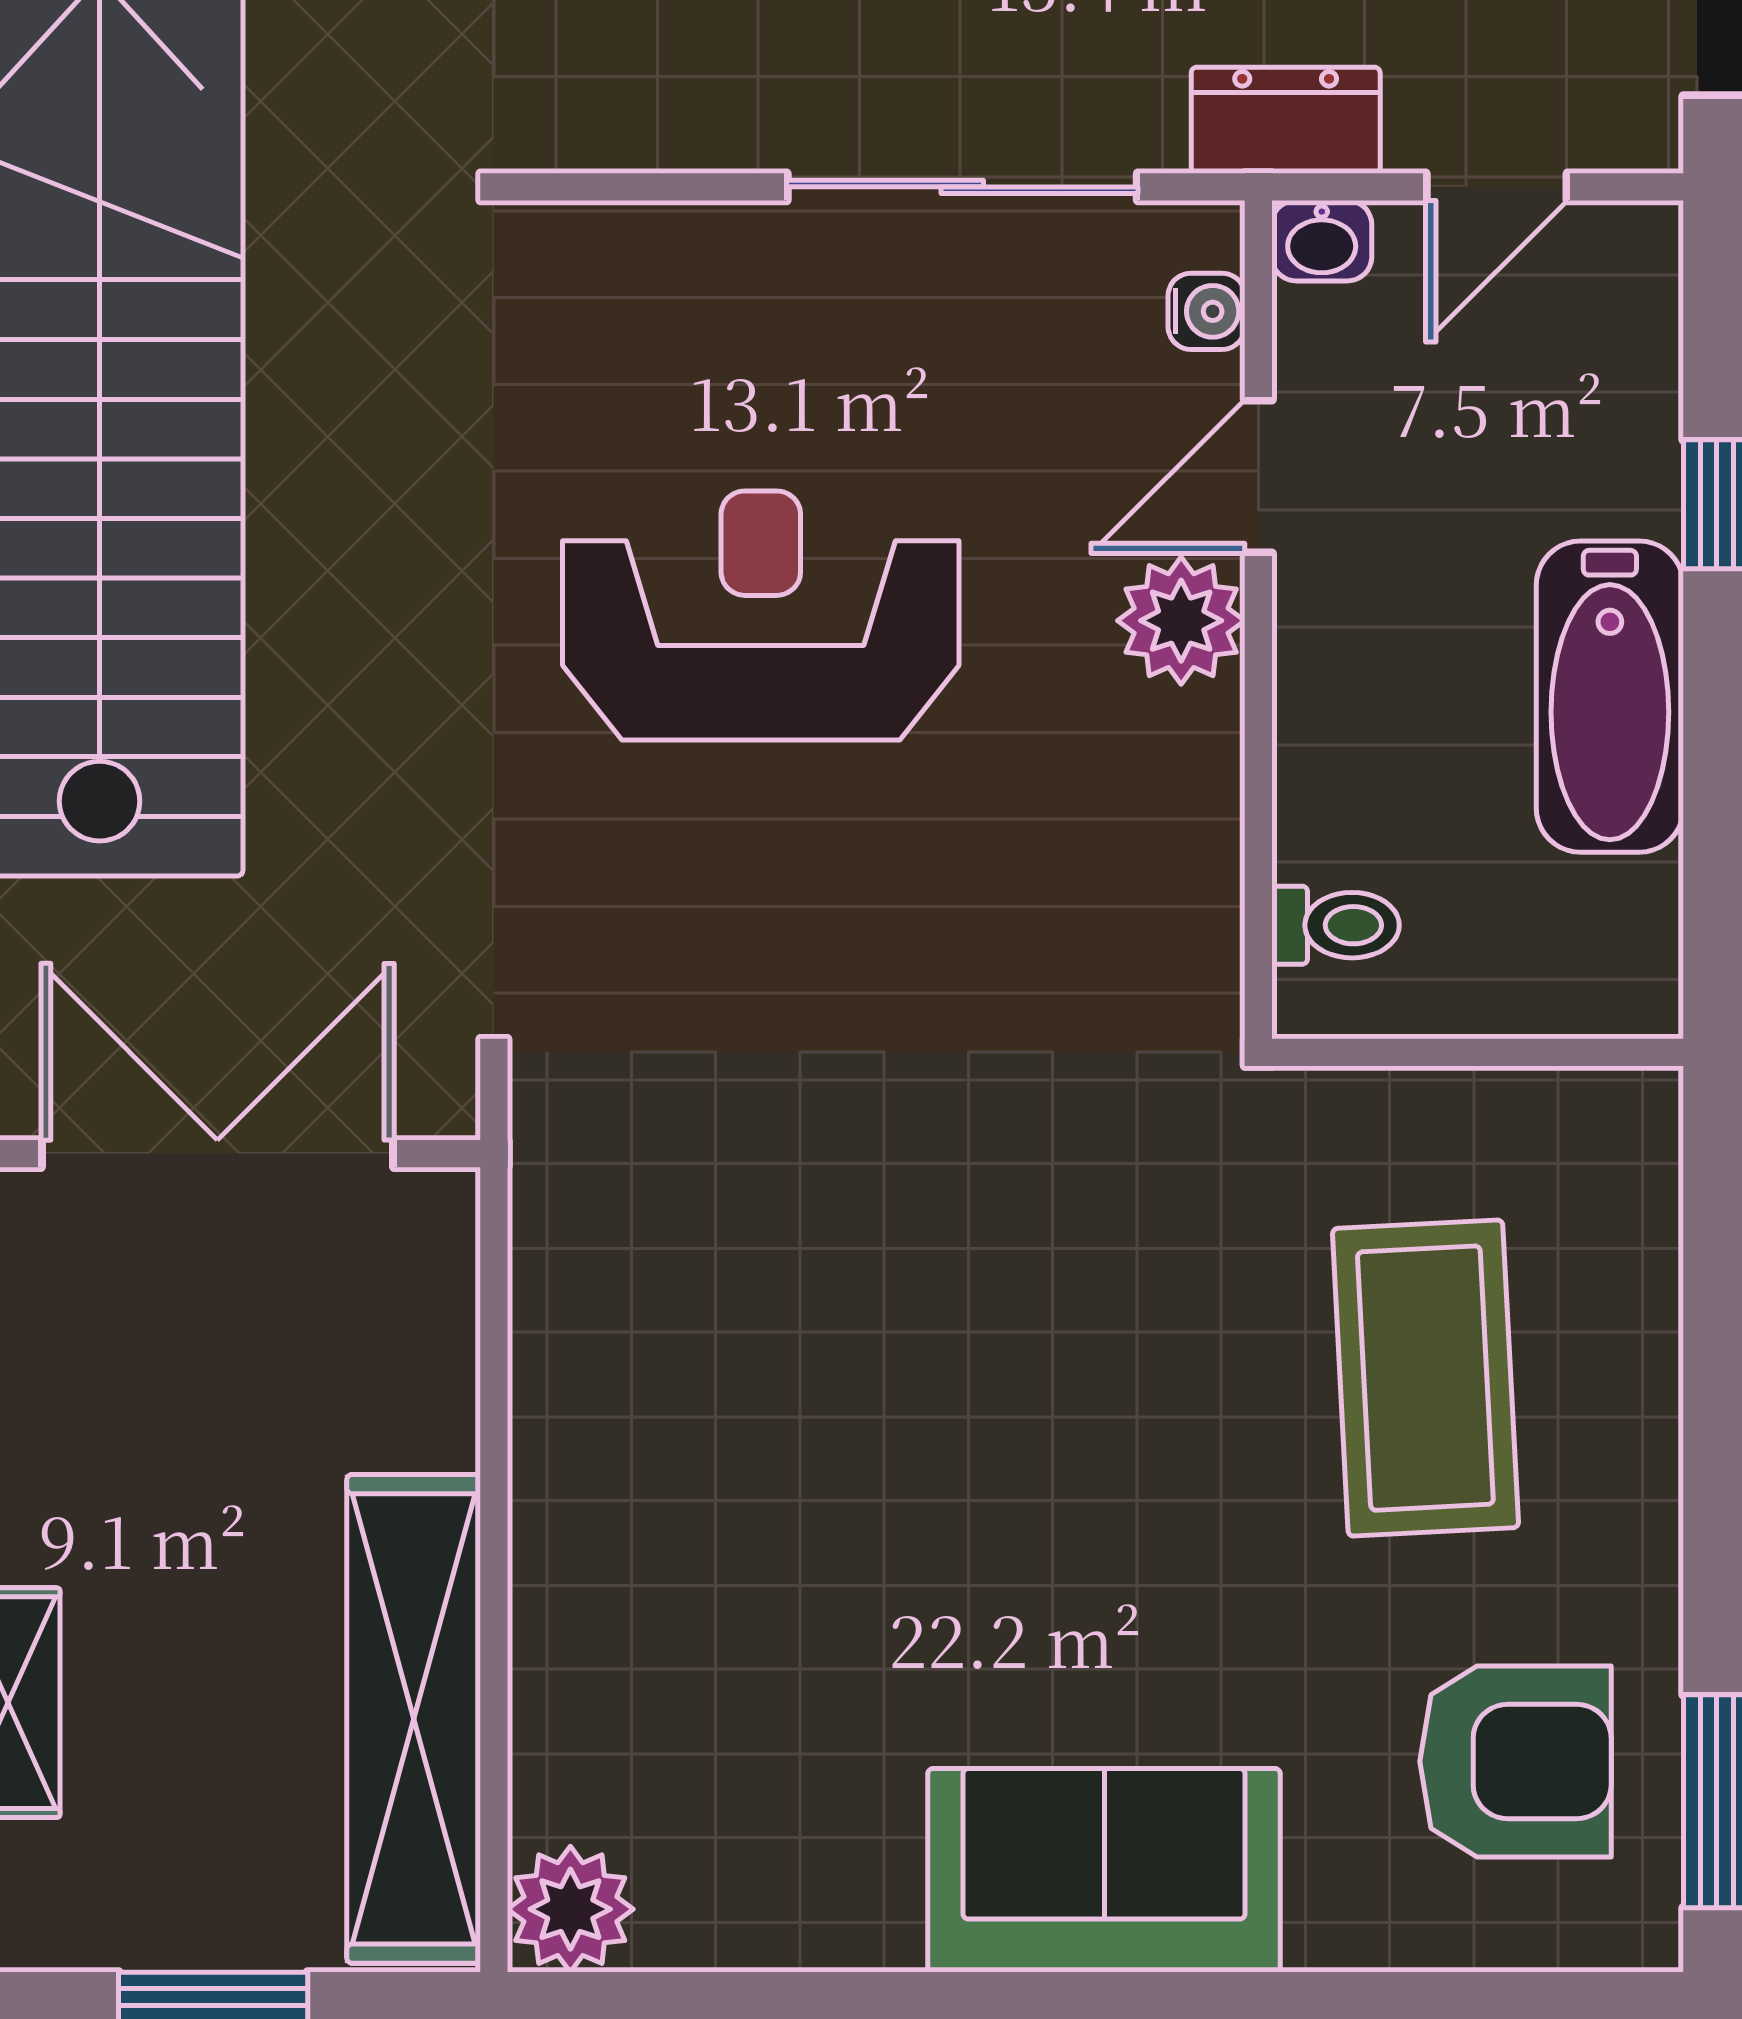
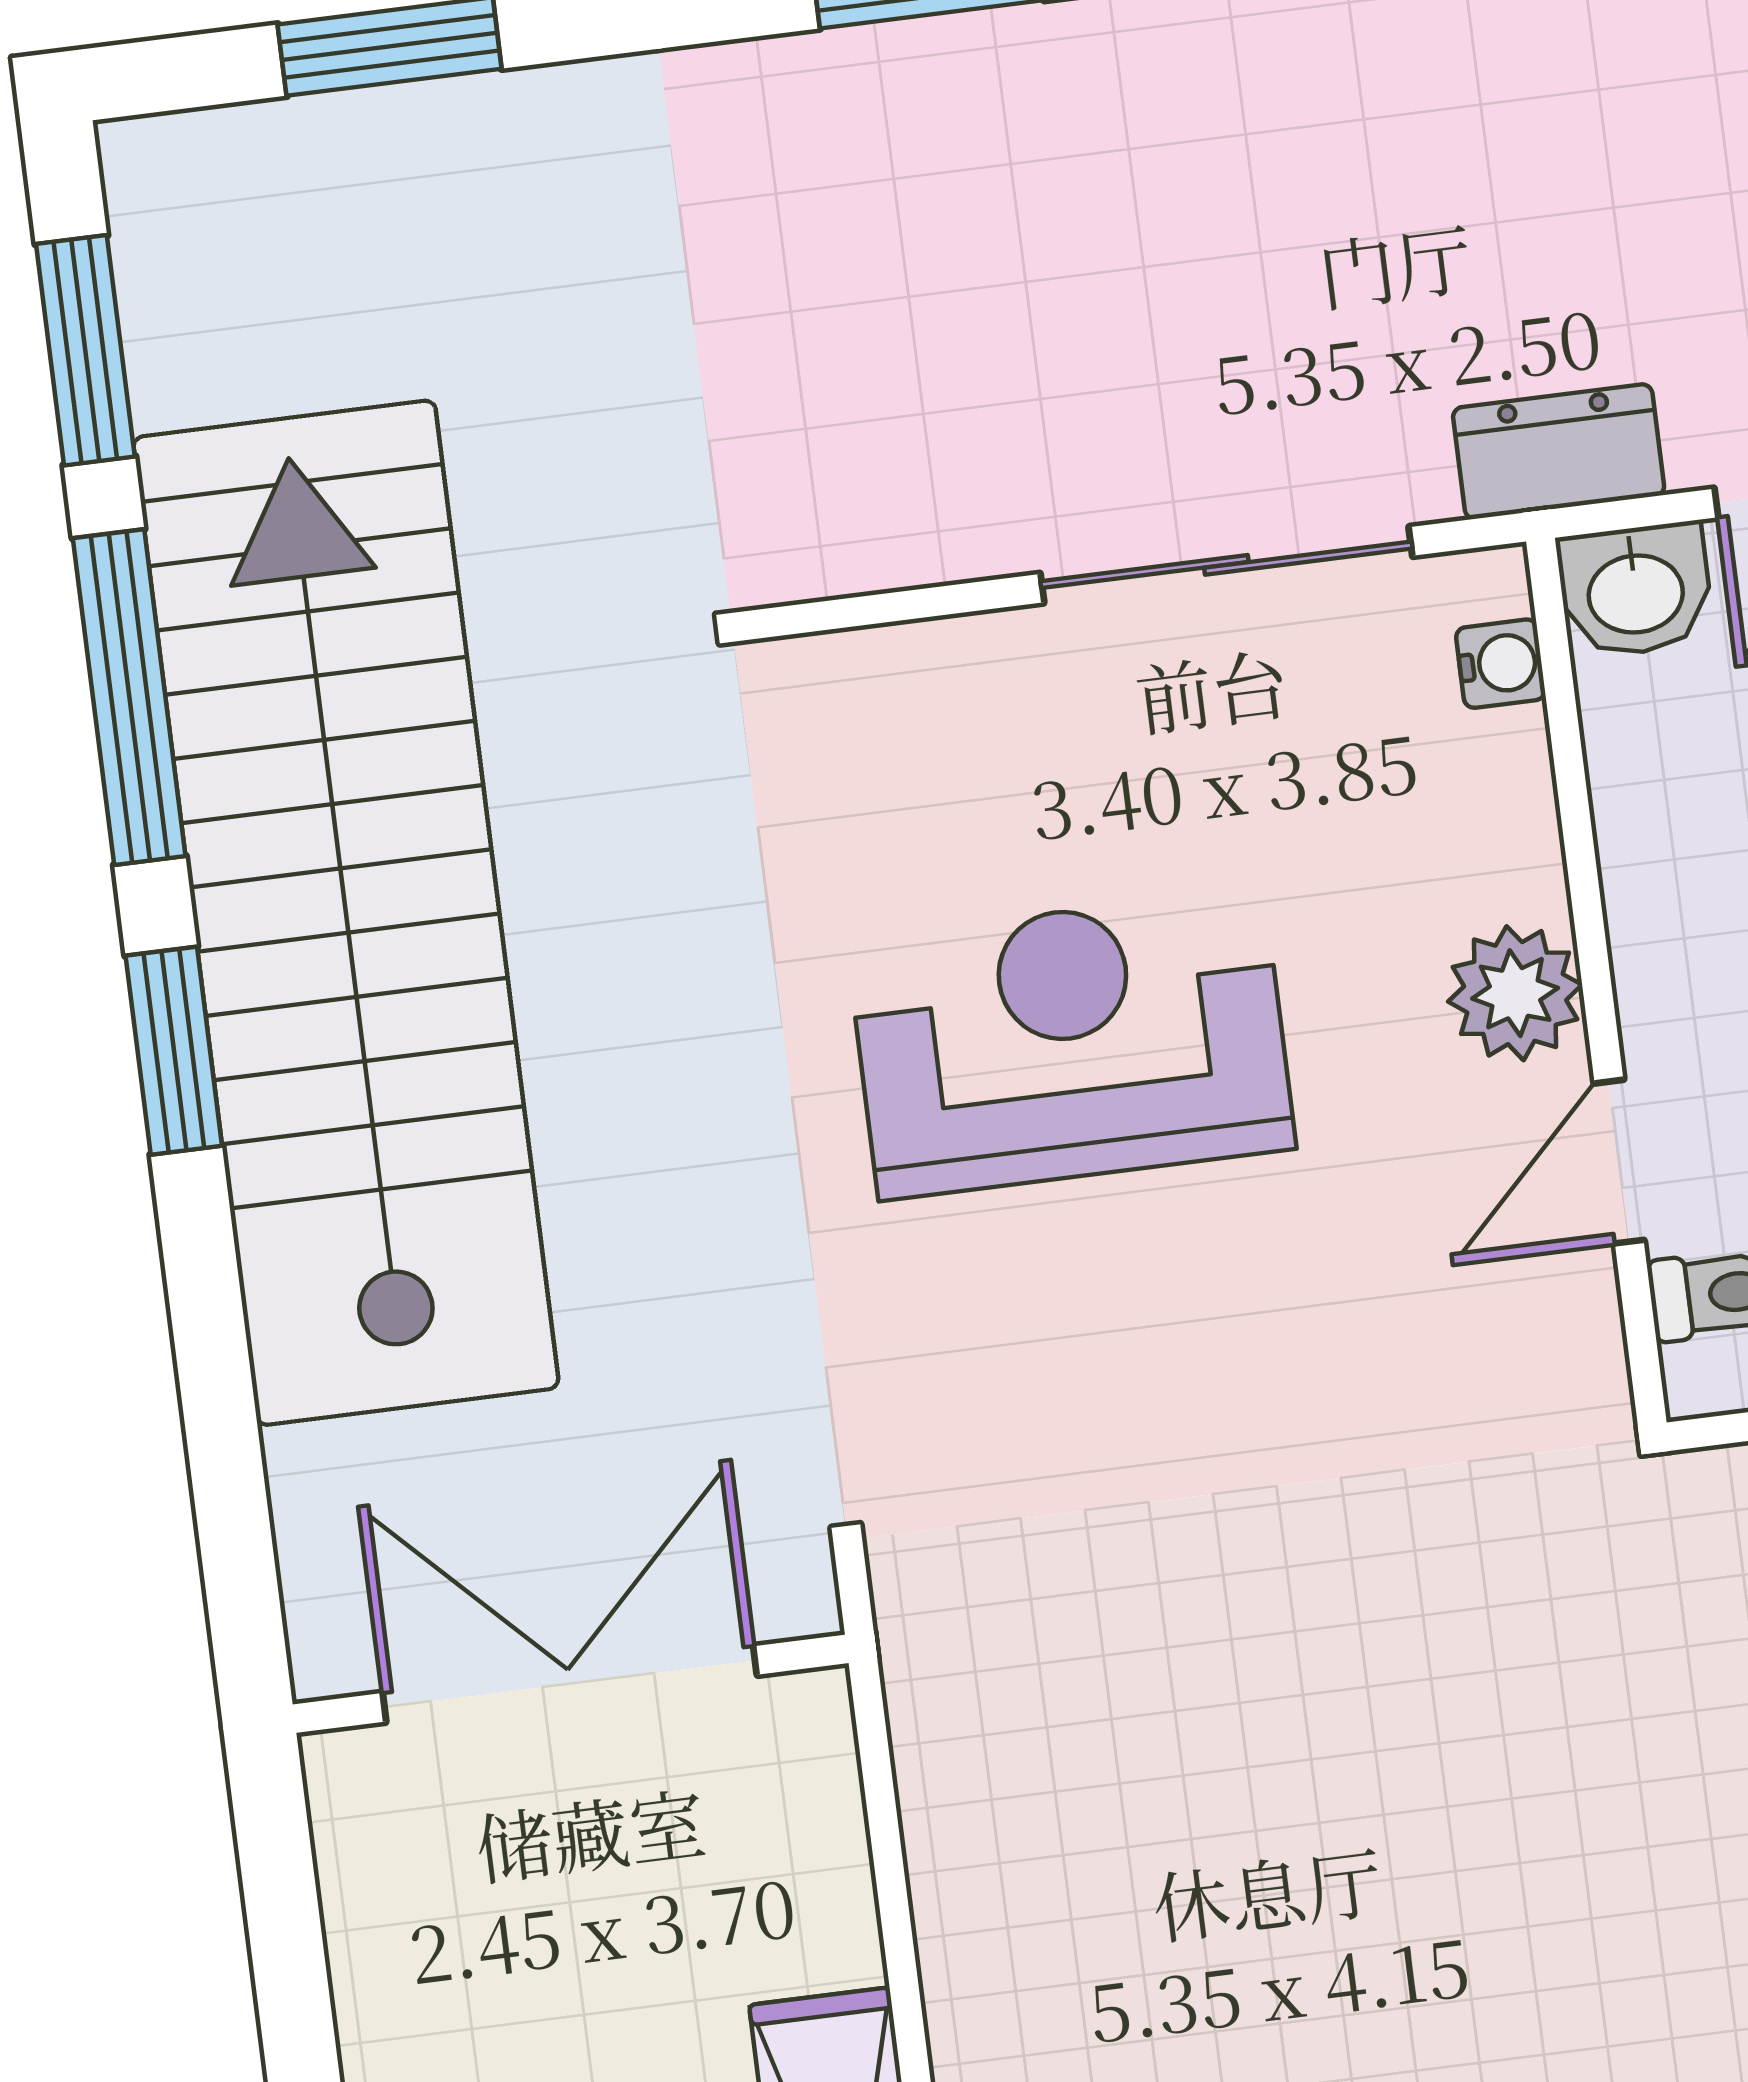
washbasin: (1322, 241) -> (1635, 590), width x1.38, depth x1.45
door: (1258, 476) -> (1619, 1162), moved

